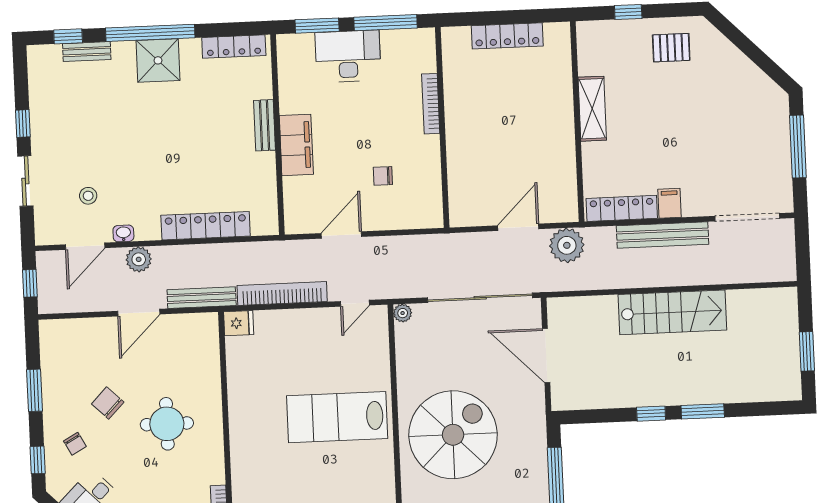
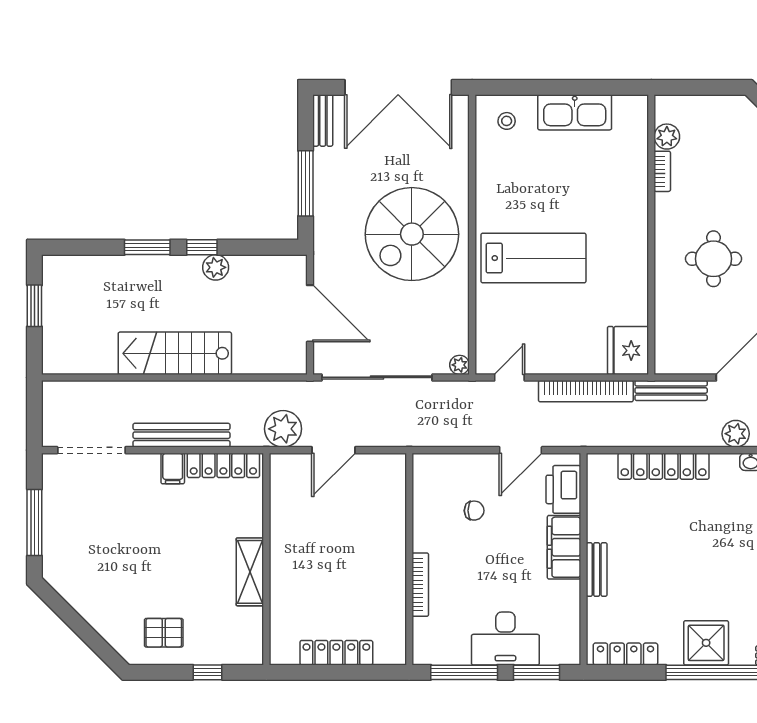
printer: (299, 200) -> (563, 489), added
fridge: (239, 323) -> (628, 350), width x1.88, depth x1.34
plant: (637, 395) -> (216, 267), added

